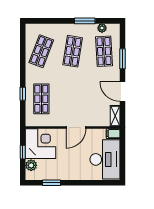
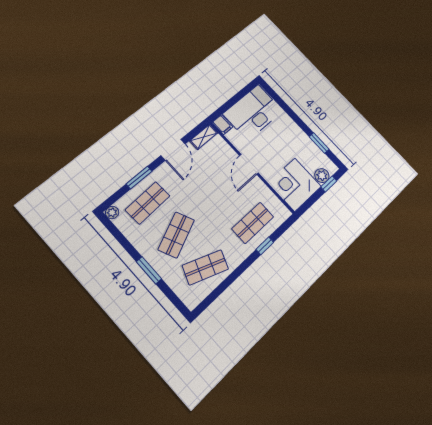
window: (85, 21) -> (149, 270), moved
plant: (102, 28) -> (112, 213), moved
shop shelf: (73, 51) -> (176, 235), turned -33
door: (76, 128) -> (249, 164), swing flipped
window: (23, 152) -> (329, 184), moved

